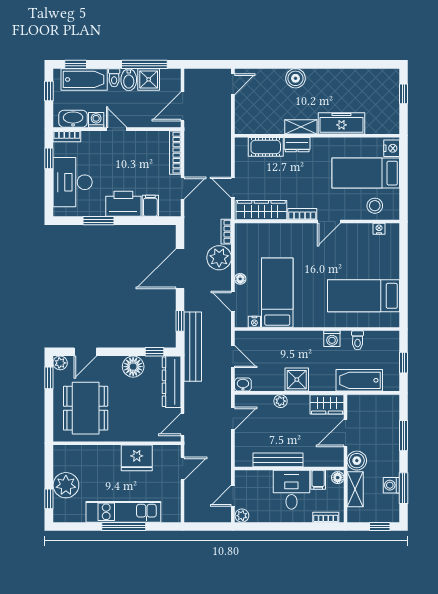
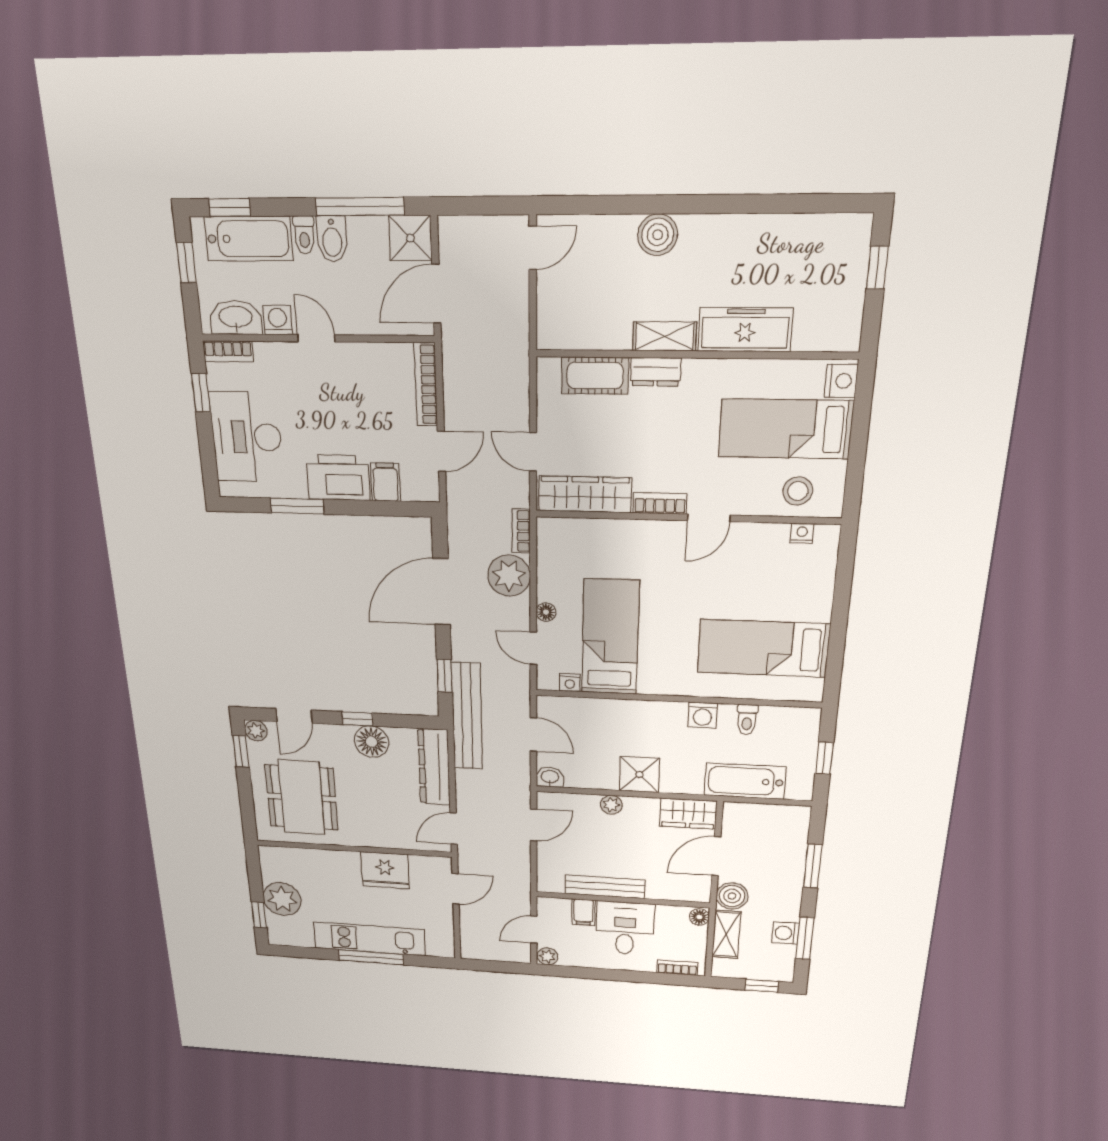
shower: (149, 79) -> (410, 238), moved
window: (154, 352) -> (358, 719), moved
filing cabinet: (318, 480) -> (583, 912), moved

